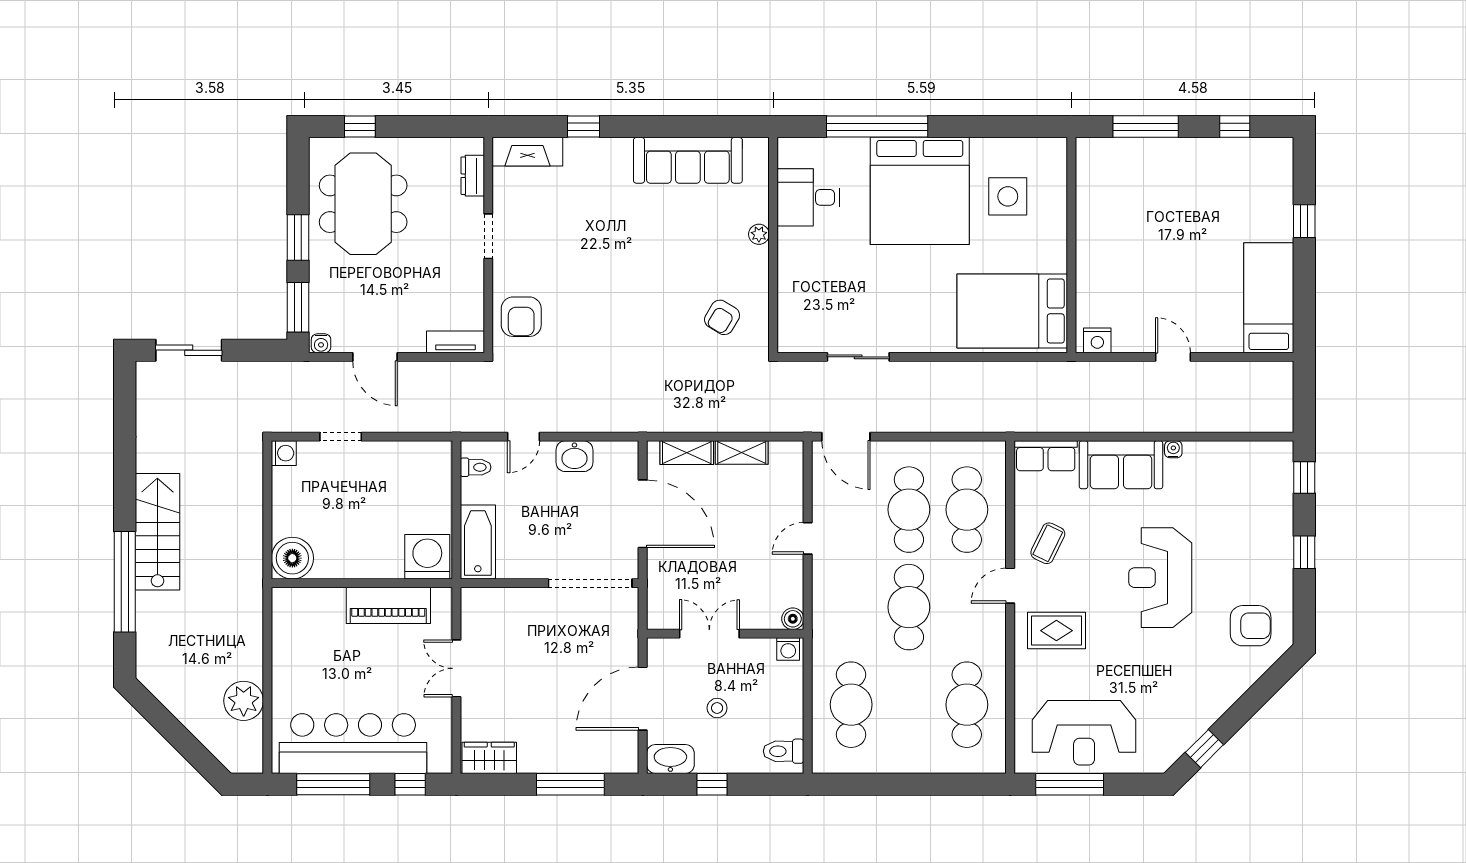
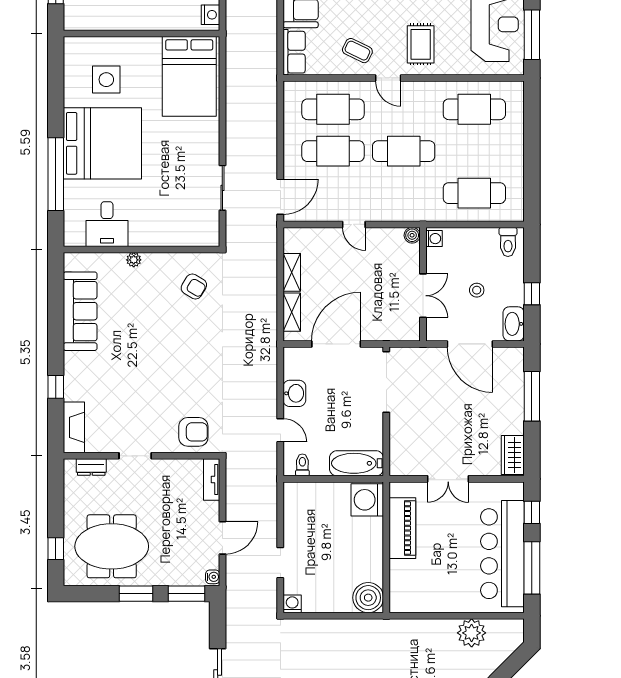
double door: (709, 634) -> (423, 296), swing flipped

